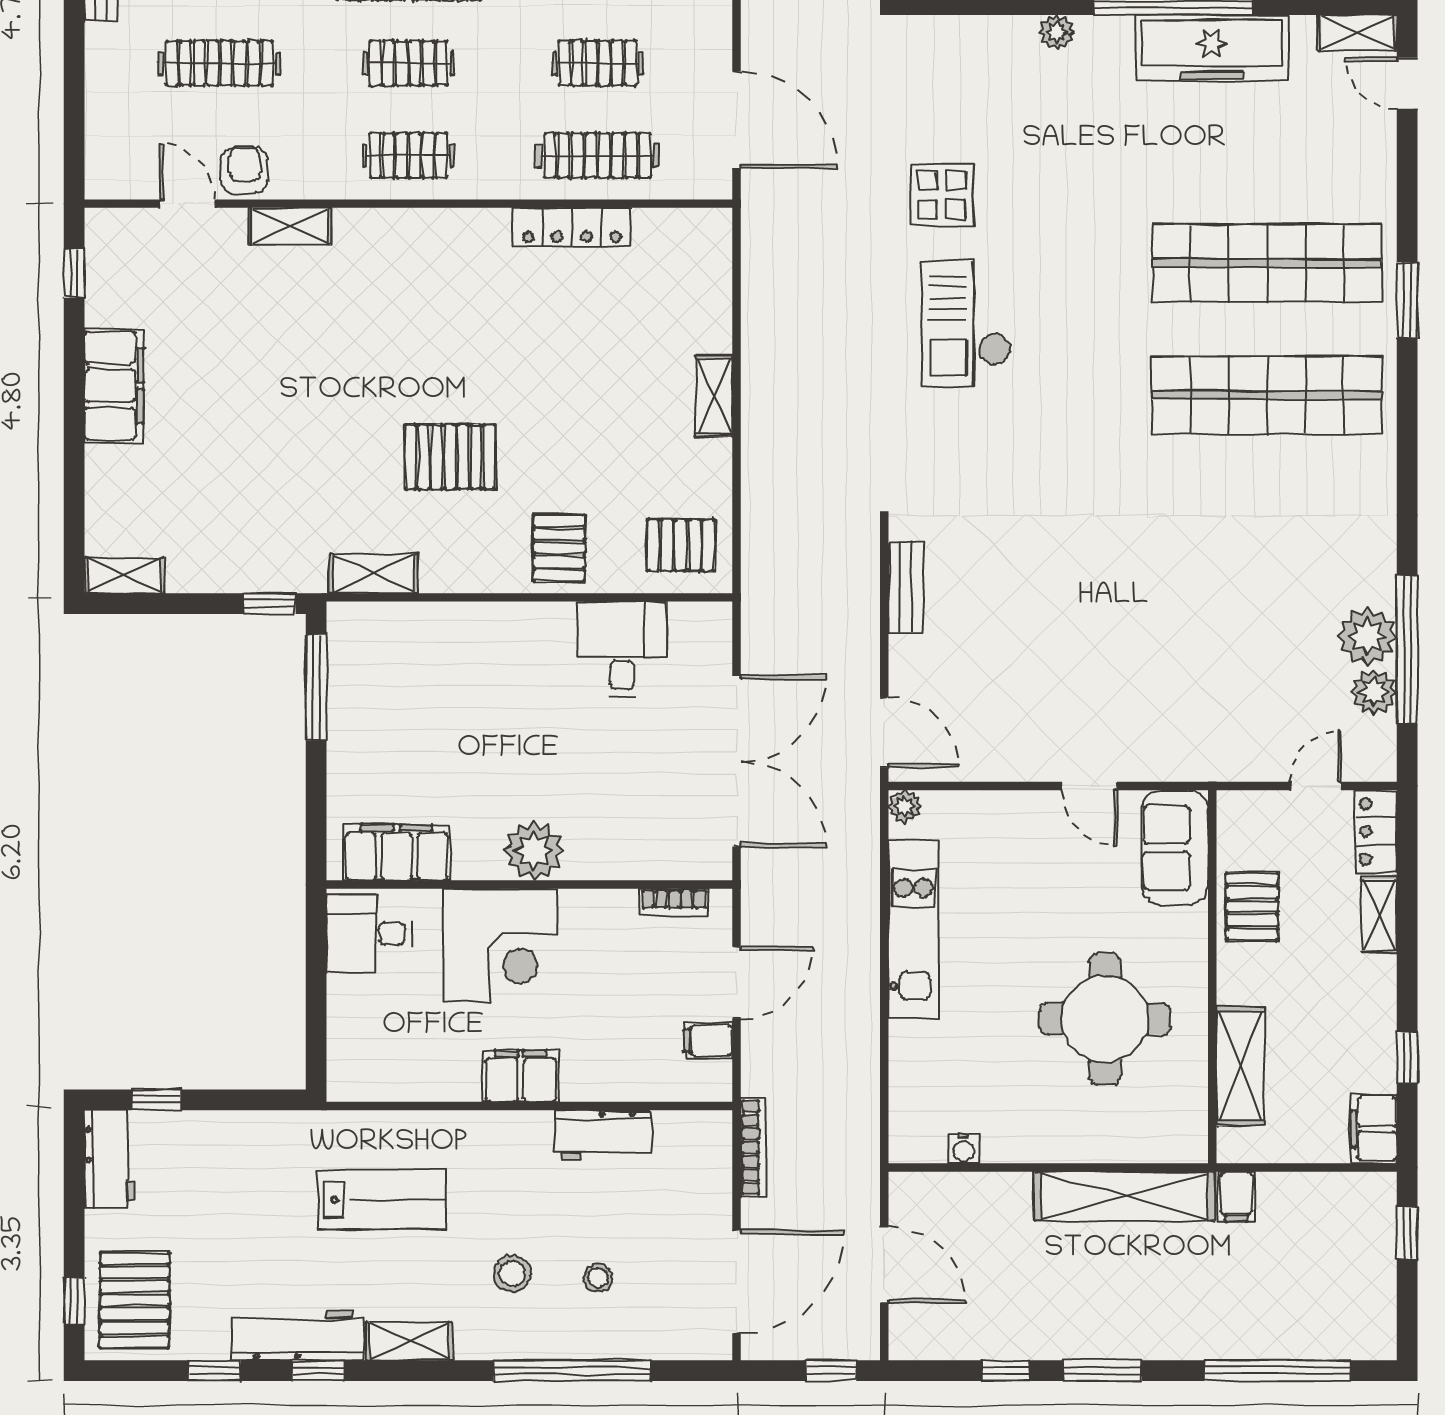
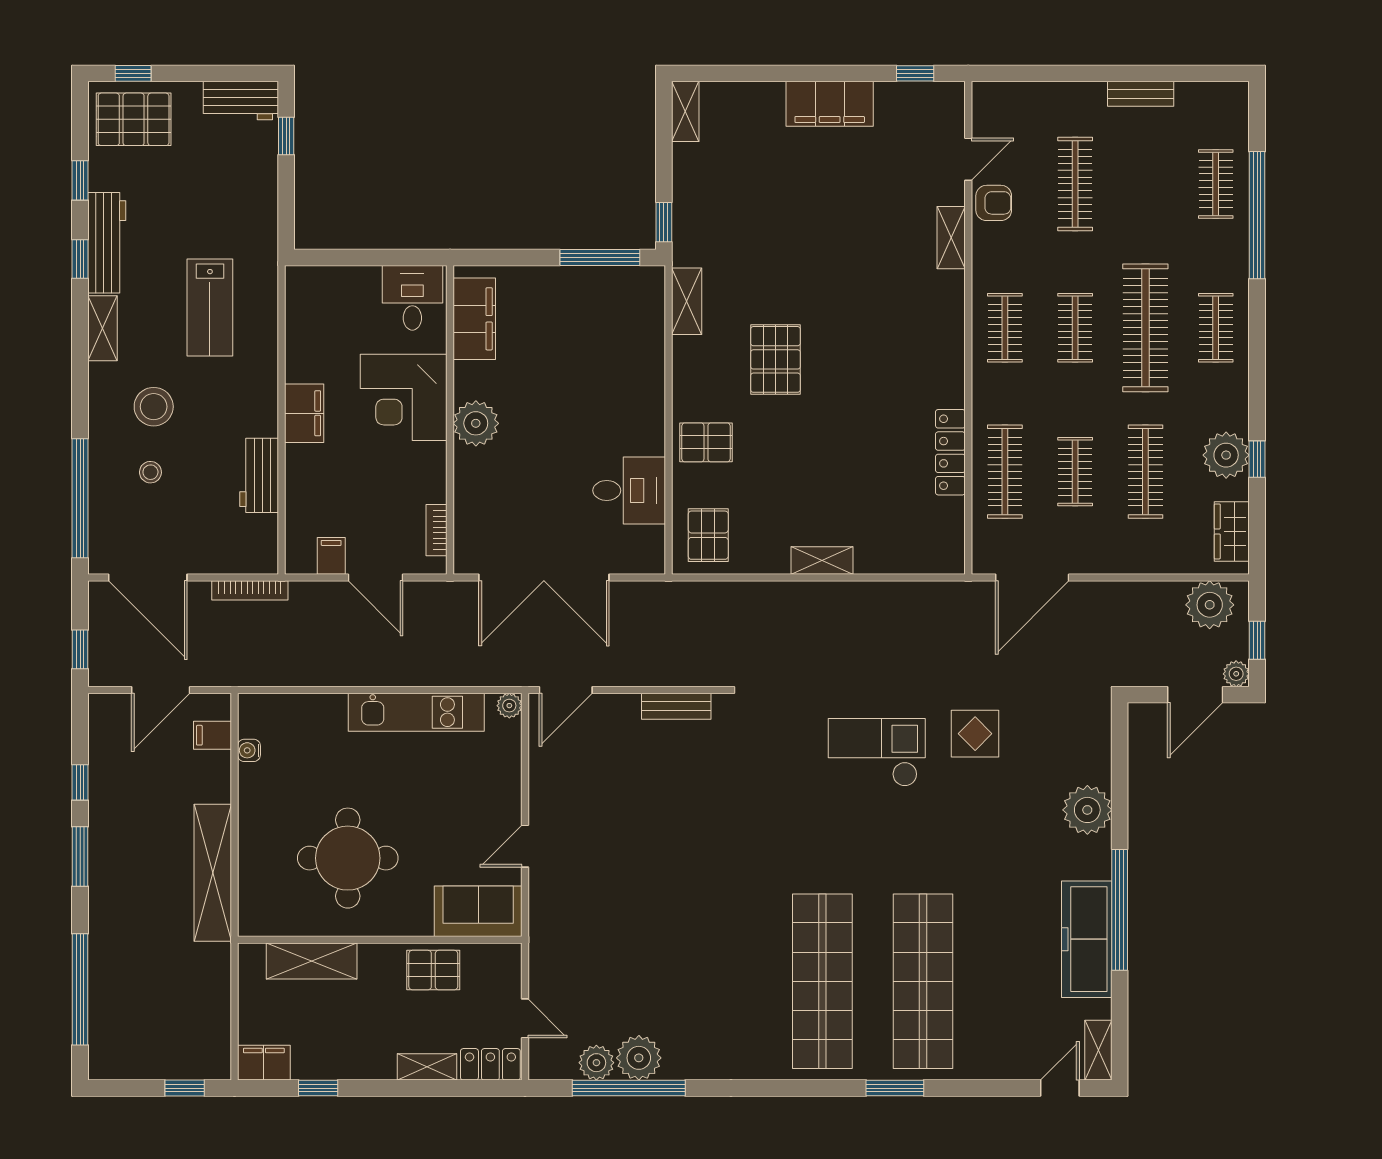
plant: (1057, 32) -> (1087, 810), width x1.87, depth x1.87
filing cabinet: (1236, 1196) -> (213, 735), moved
stool: (512, 1274) -> (154, 407), width x1.38, depth x1.38
window: (572, 1371) -> (80, 498), moved

